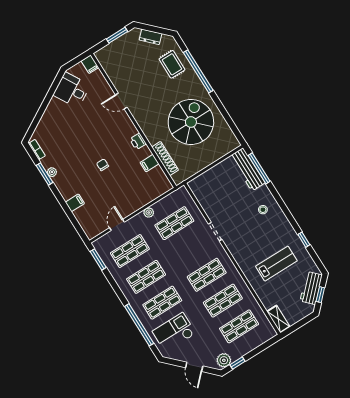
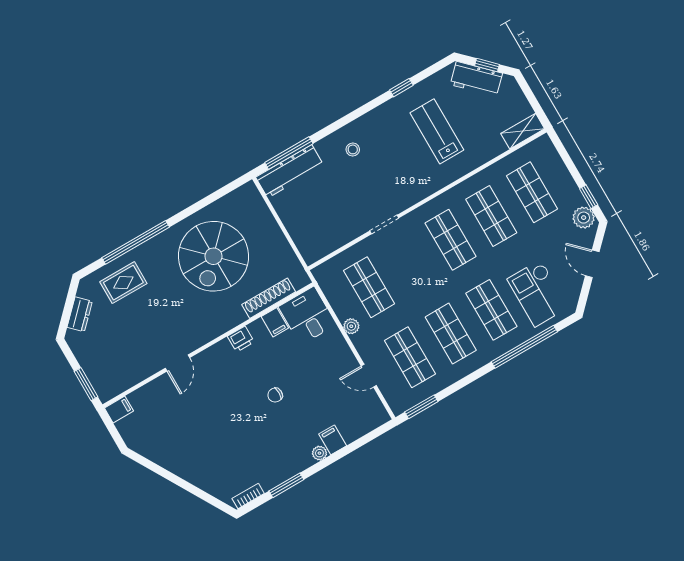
window: (117, 35) -> (86, 384), moved
desk: (72, 90) -> (307, 316), moved, turned 120
spiral stairs: (191, 122) -> (213, 256), turned -90
plant: (52, 172) -> (319, 453), moved
door: (194, 367) -> (592, 264), swing flipped

